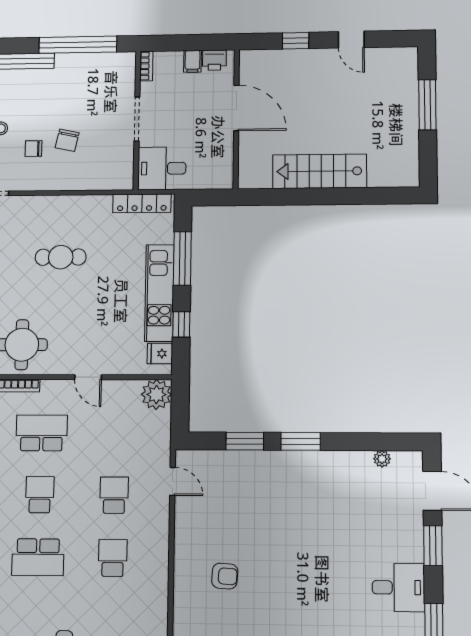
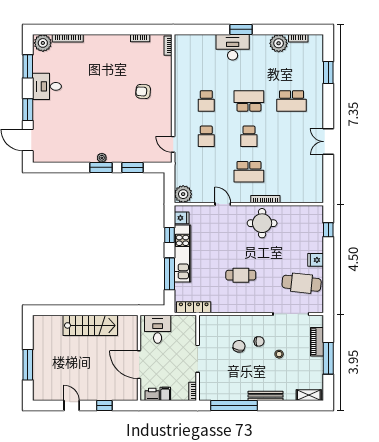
desk: (162, 168) -> (158, 329), moved, turned -90
plant: (382, 459) -> (102, 158), moved

